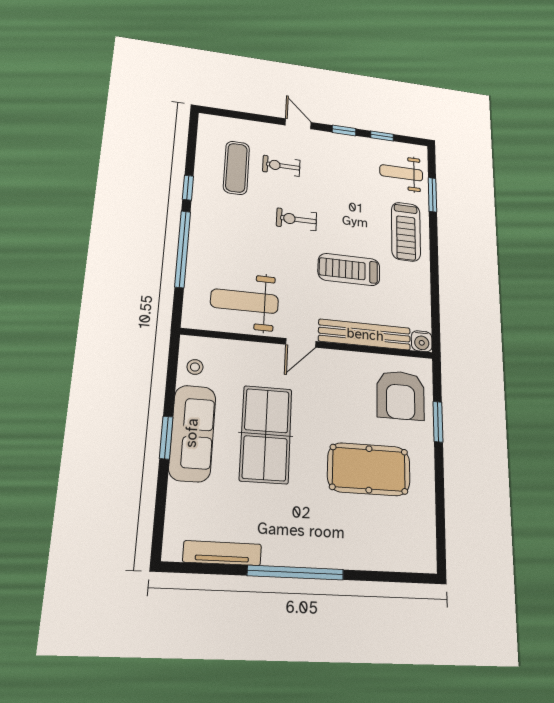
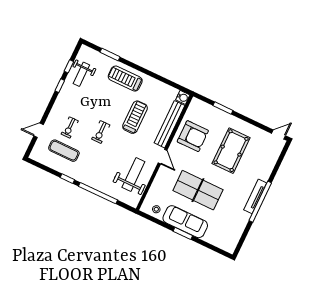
door: (298, 124) -> (39, 130), moved
weight bench: (401, 173) -> (81, 74), moved
treadmill: (406, 232) -> (125, 79), turned 180
treadmill: (349, 270) -> (135, 117), turned 180
weight bench: (245, 301) -> (133, 175), turned 180
armchair: (401, 395) -> (193, 136), moved
door: (441, 551) -> (278, 134), added
tv unit: (222, 553) -> (255, 196), moved

